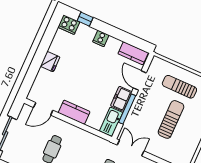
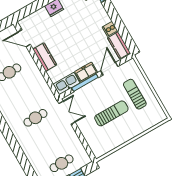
cooker: (101, 38) -> (110, 29), moved

